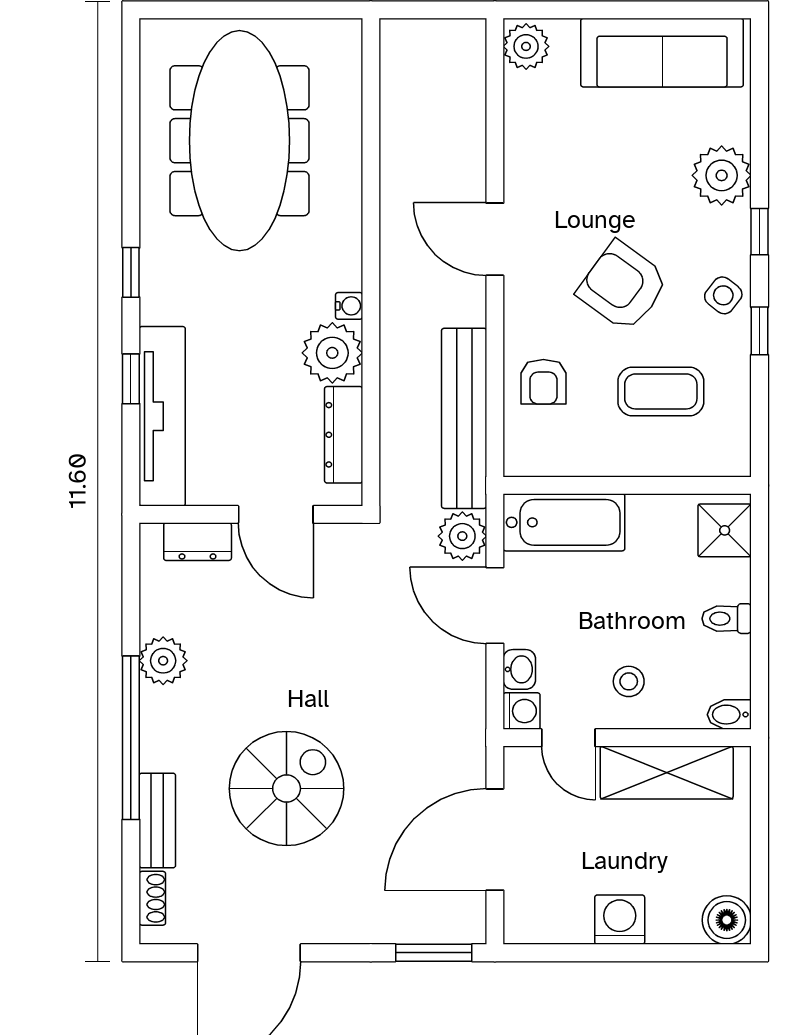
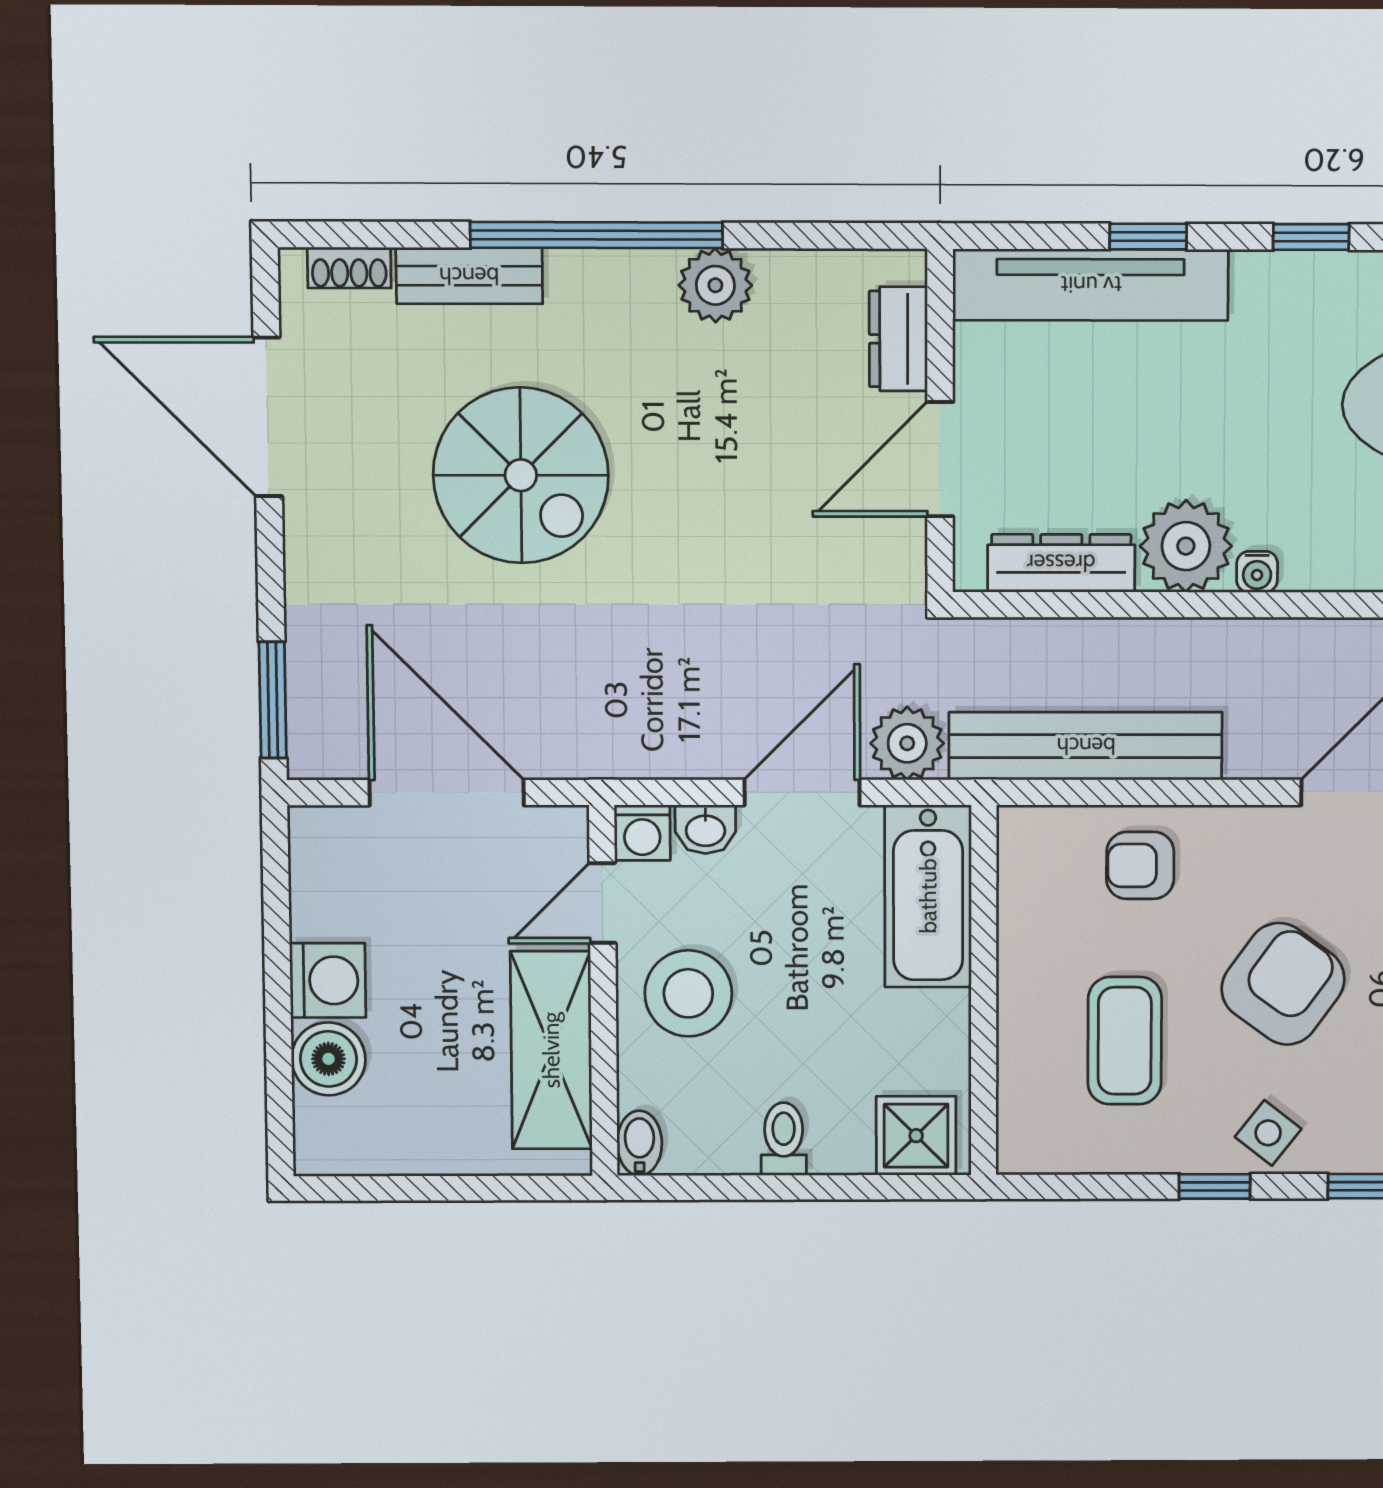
stool: (629, 681) -> (688, 993), width x1.89, depth x1.89
boiler: (727, 920) -> (328, 1059), moved

